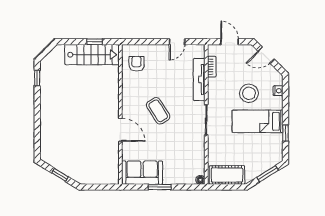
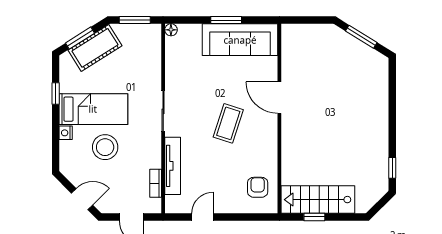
armchair: (136, 64) -> (258, 187), turned 180
nightstand: (278, 91) -> (66, 133), moved
coffee table: (158, 111) -> (228, 123), turned 50
sofa: (142, 173) -> (240, 40), width x1.36
window: (60, 175) -> (361, 37), width x1.50
cot: (227, 175) -> (95, 48), moved, turned -32
window: (227, 187) -> (135, 20), added

